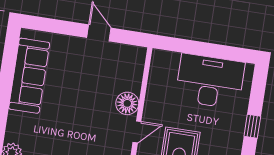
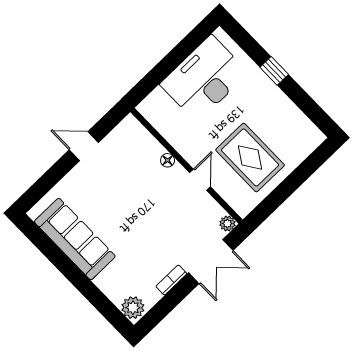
floor lamp: (127, 103) -> (168, 160), width x0.53, depth x0.53

